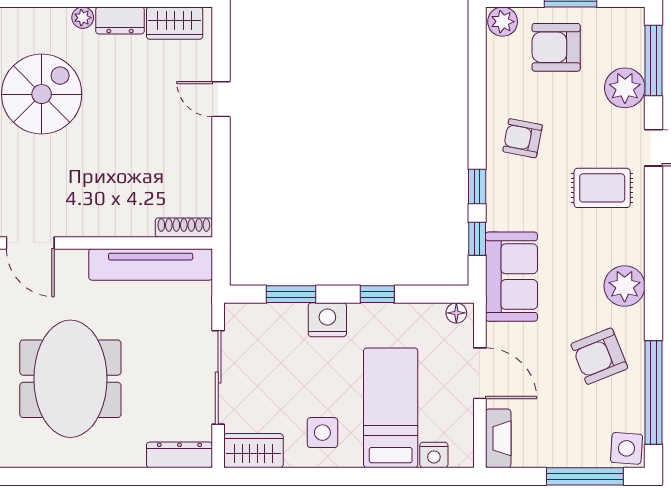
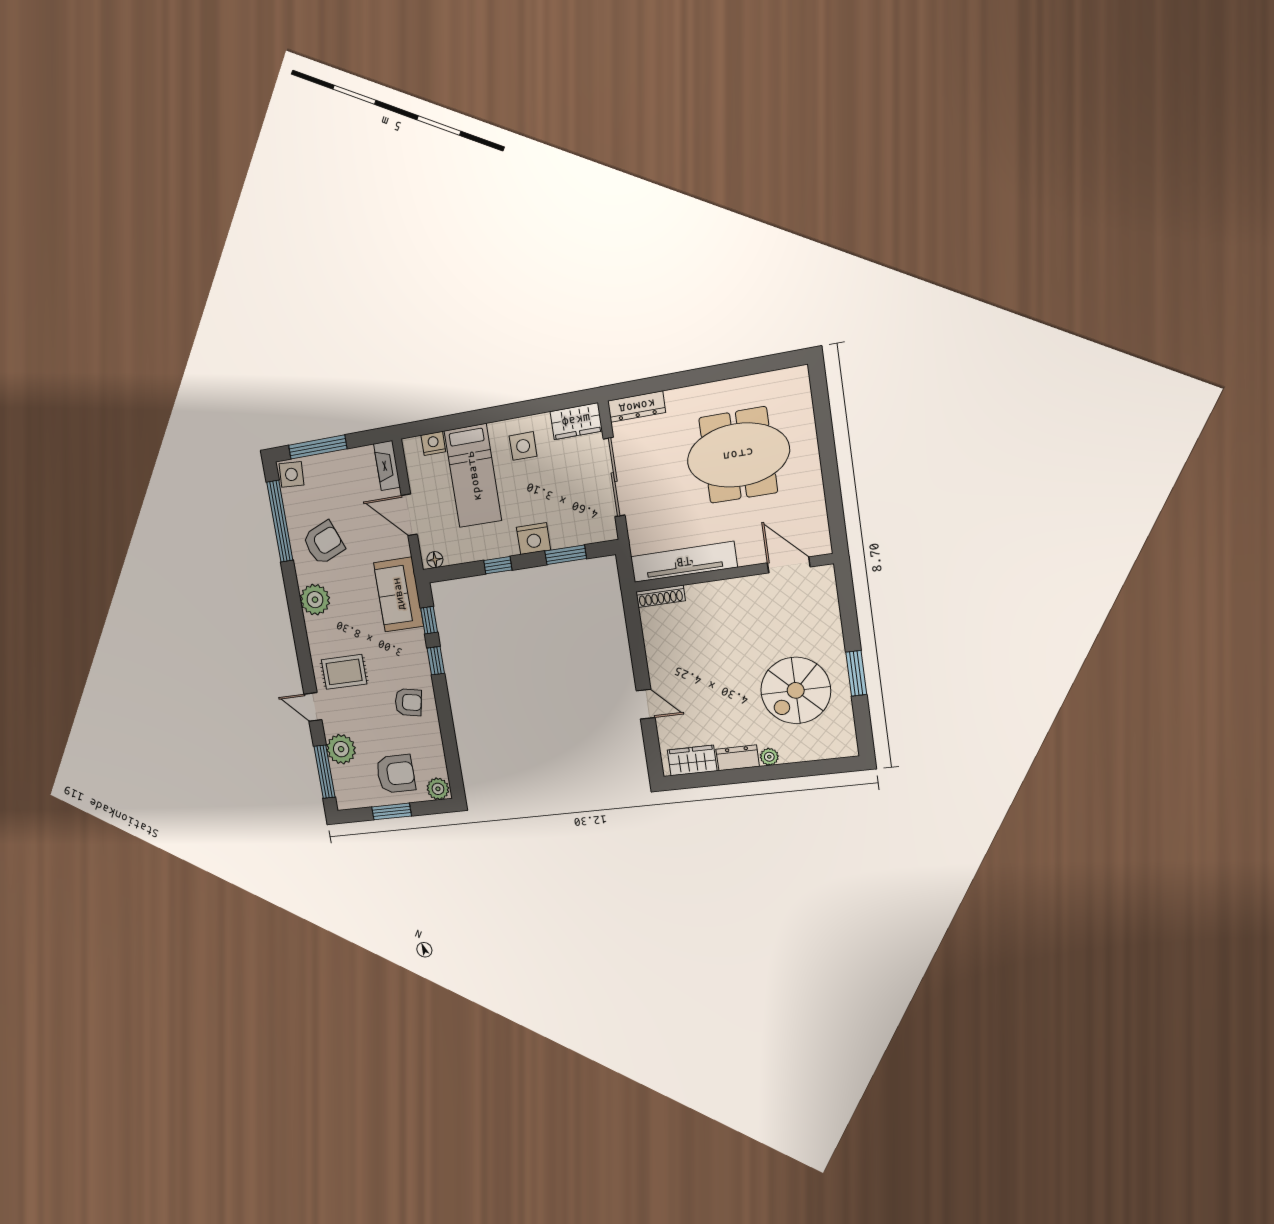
meeting table: (70, 379) -> (738, 455), turned 90

